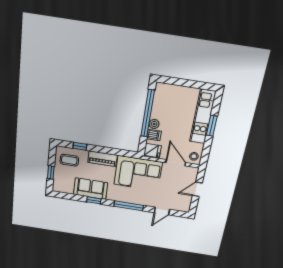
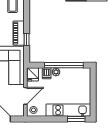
window: (212, 126) -> (76, 119), moved
window: (80, 146) -> (27, 40), moved

